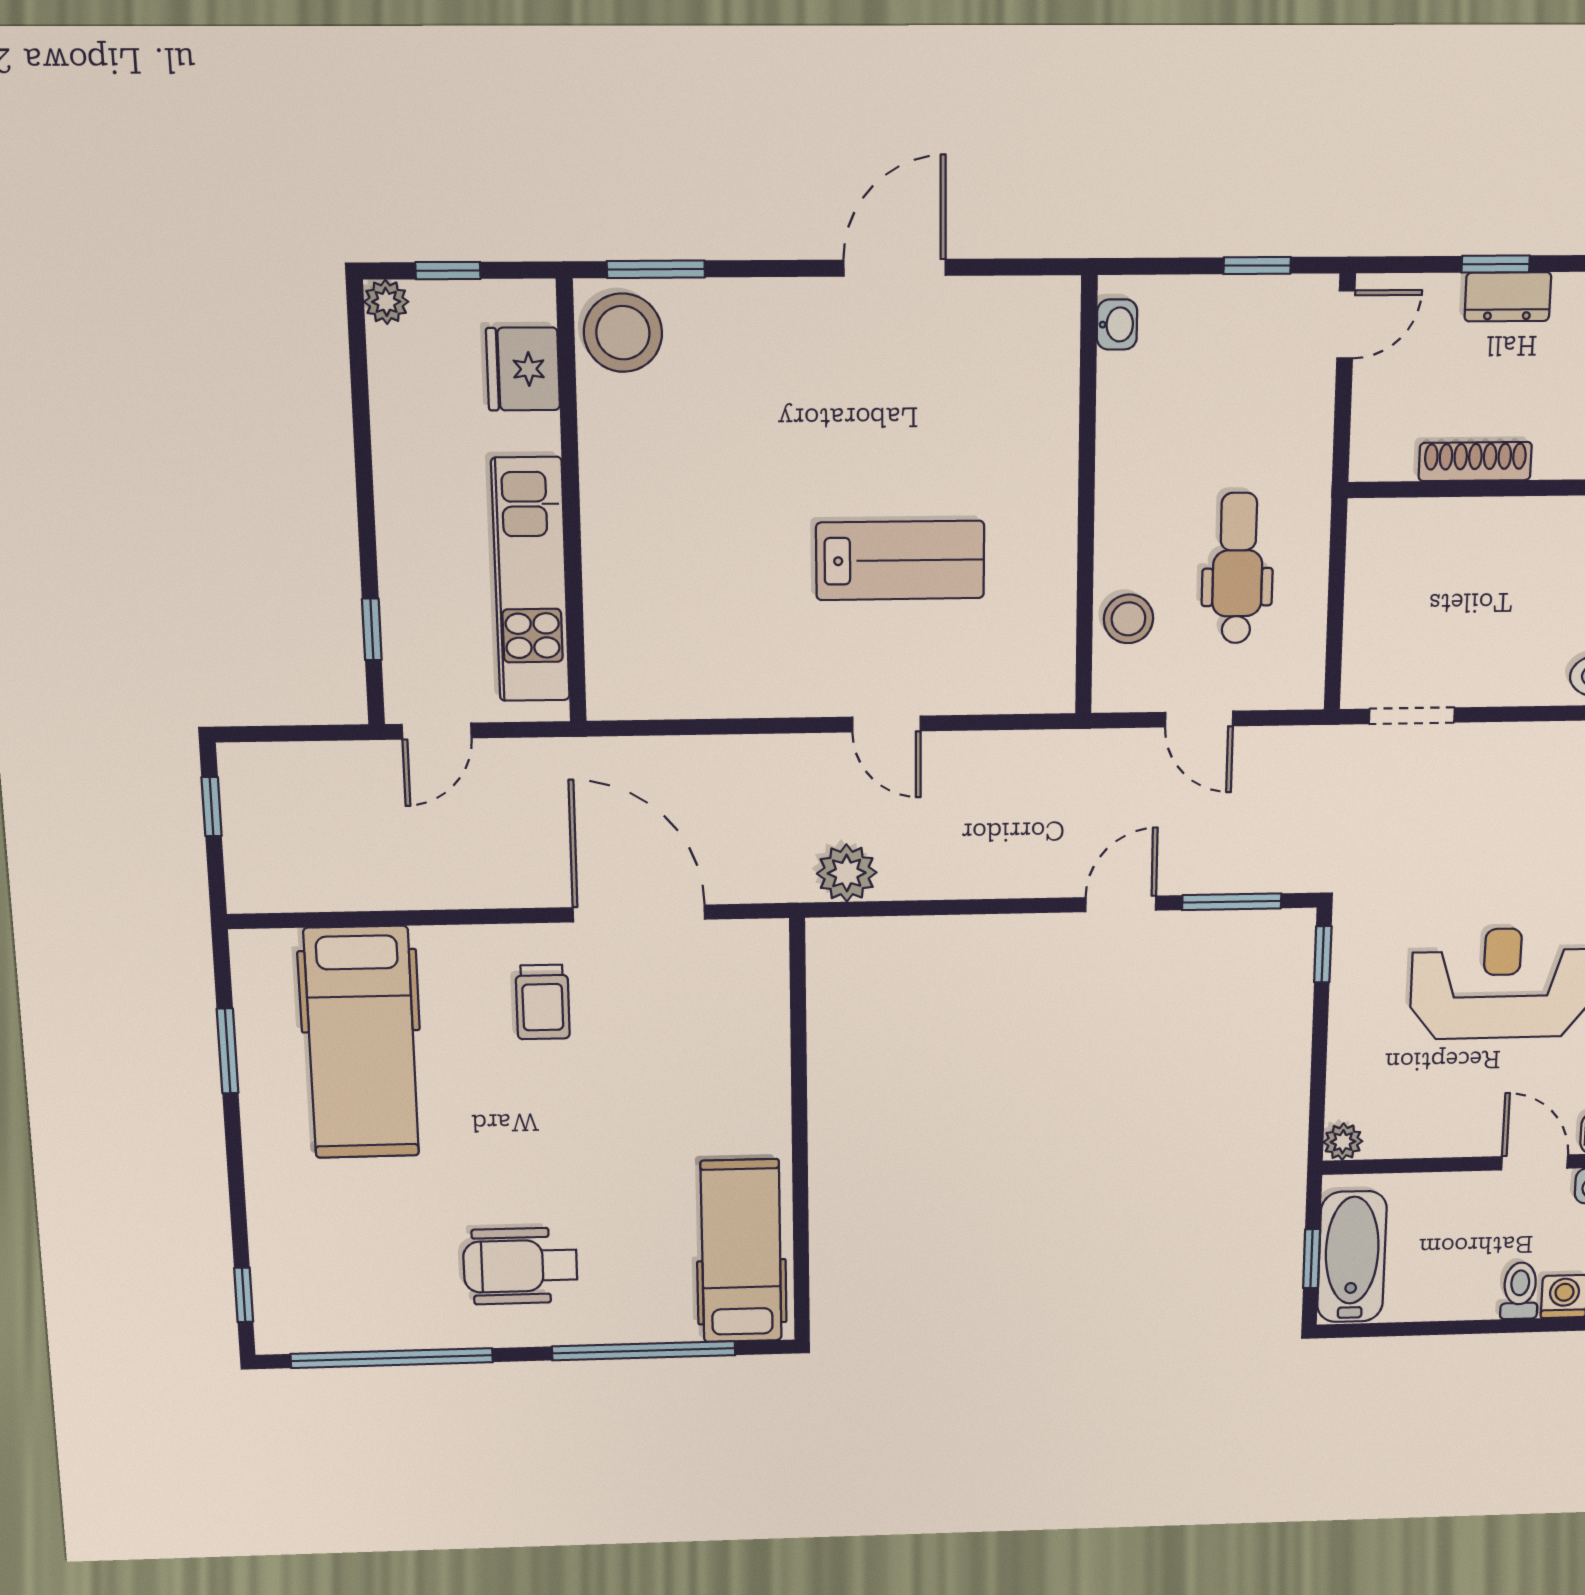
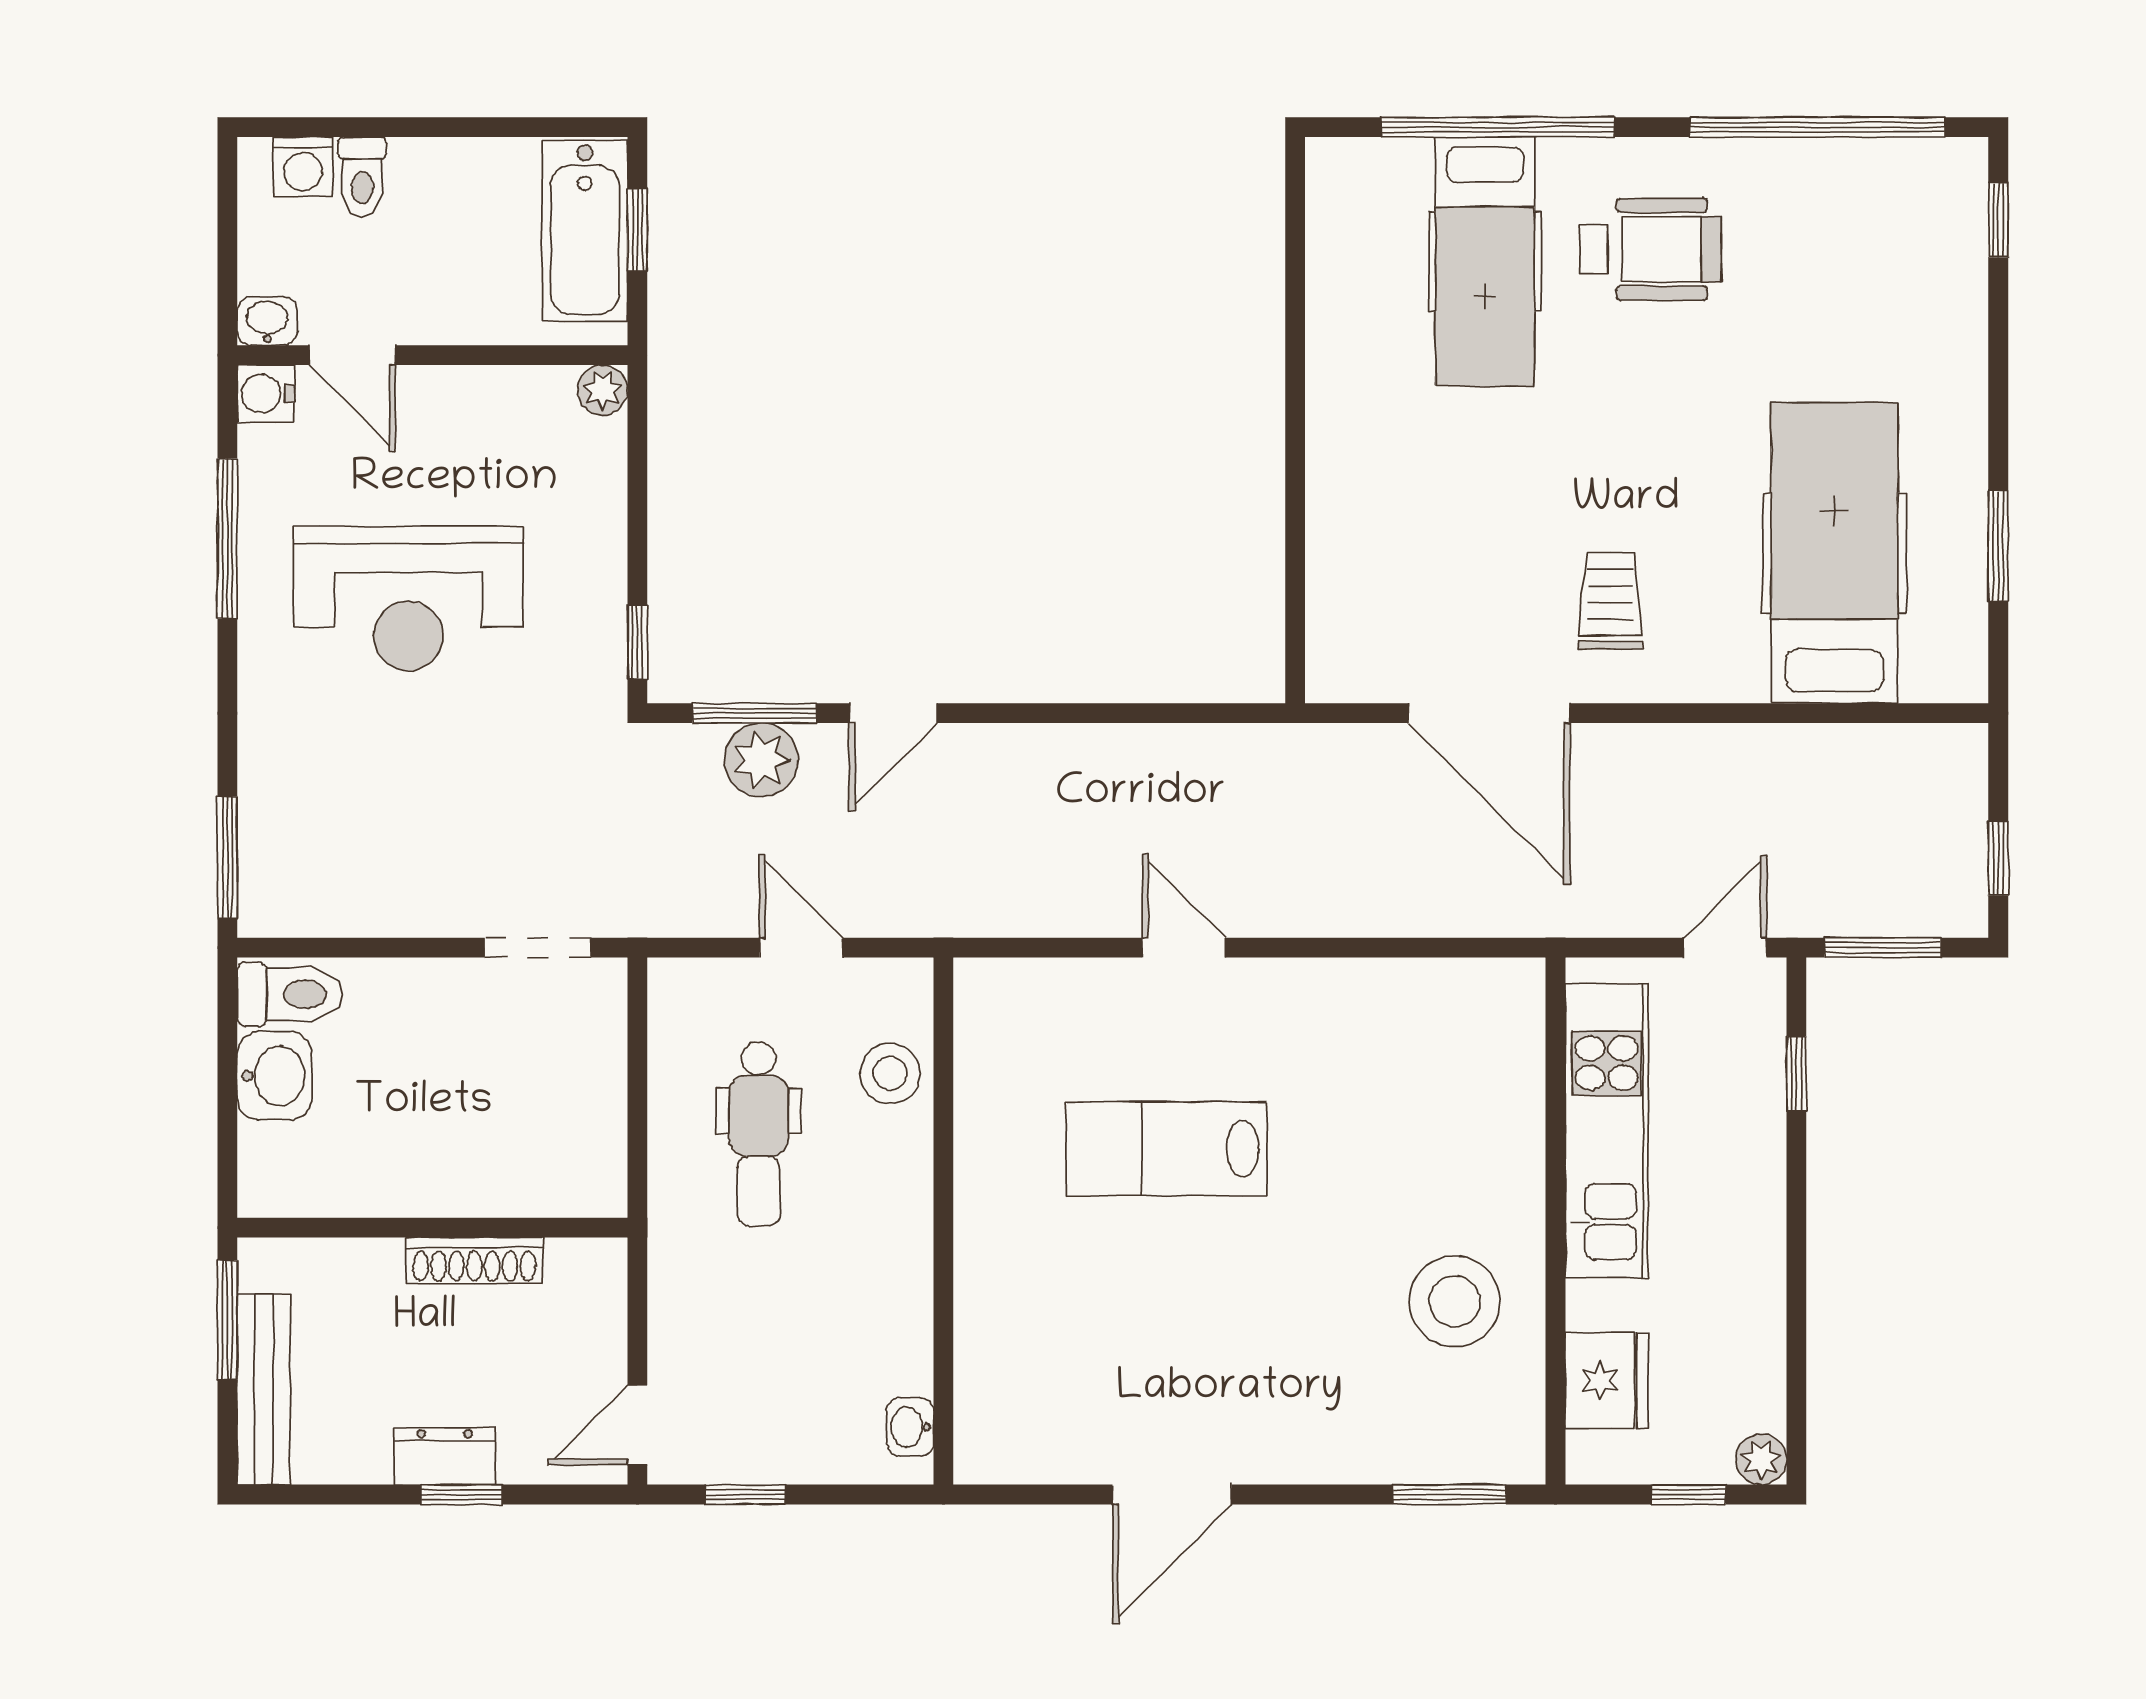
stool: (623, 333) -> (1455, 1301), moved
window: (304, 733) -> (1883, 948), added
plant: (847, 873) -> (761, 760), moved
hospital bed: (741, 1251) -> (1485, 261), moved

